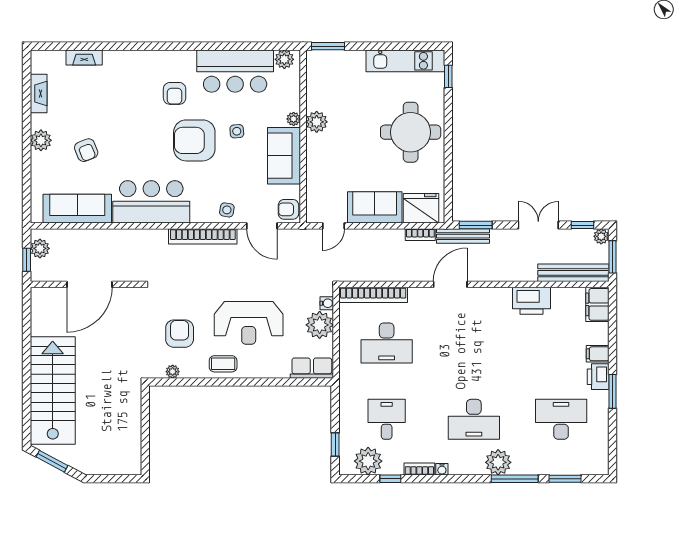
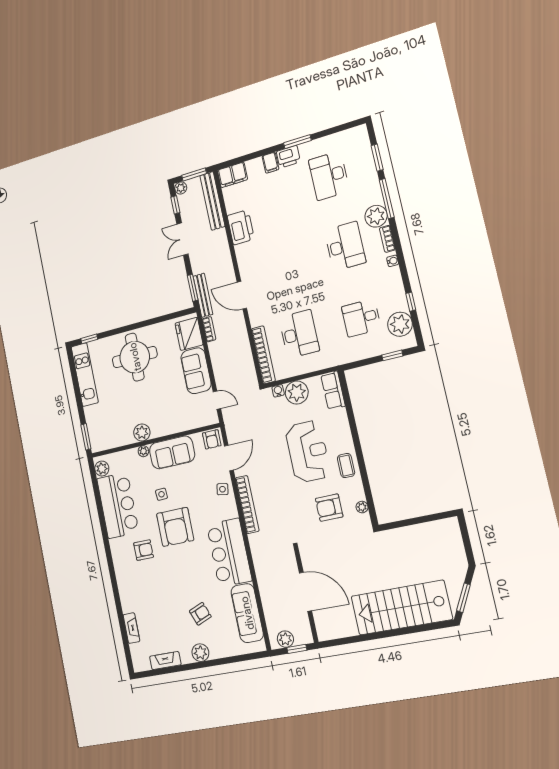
bookcase: (419, 469) -> (387, 239), moved

